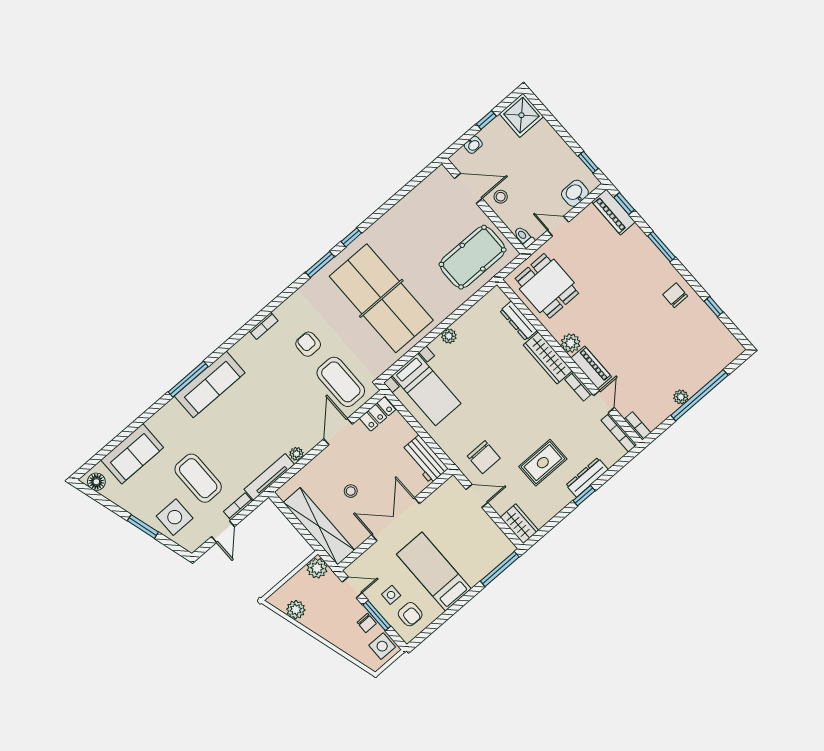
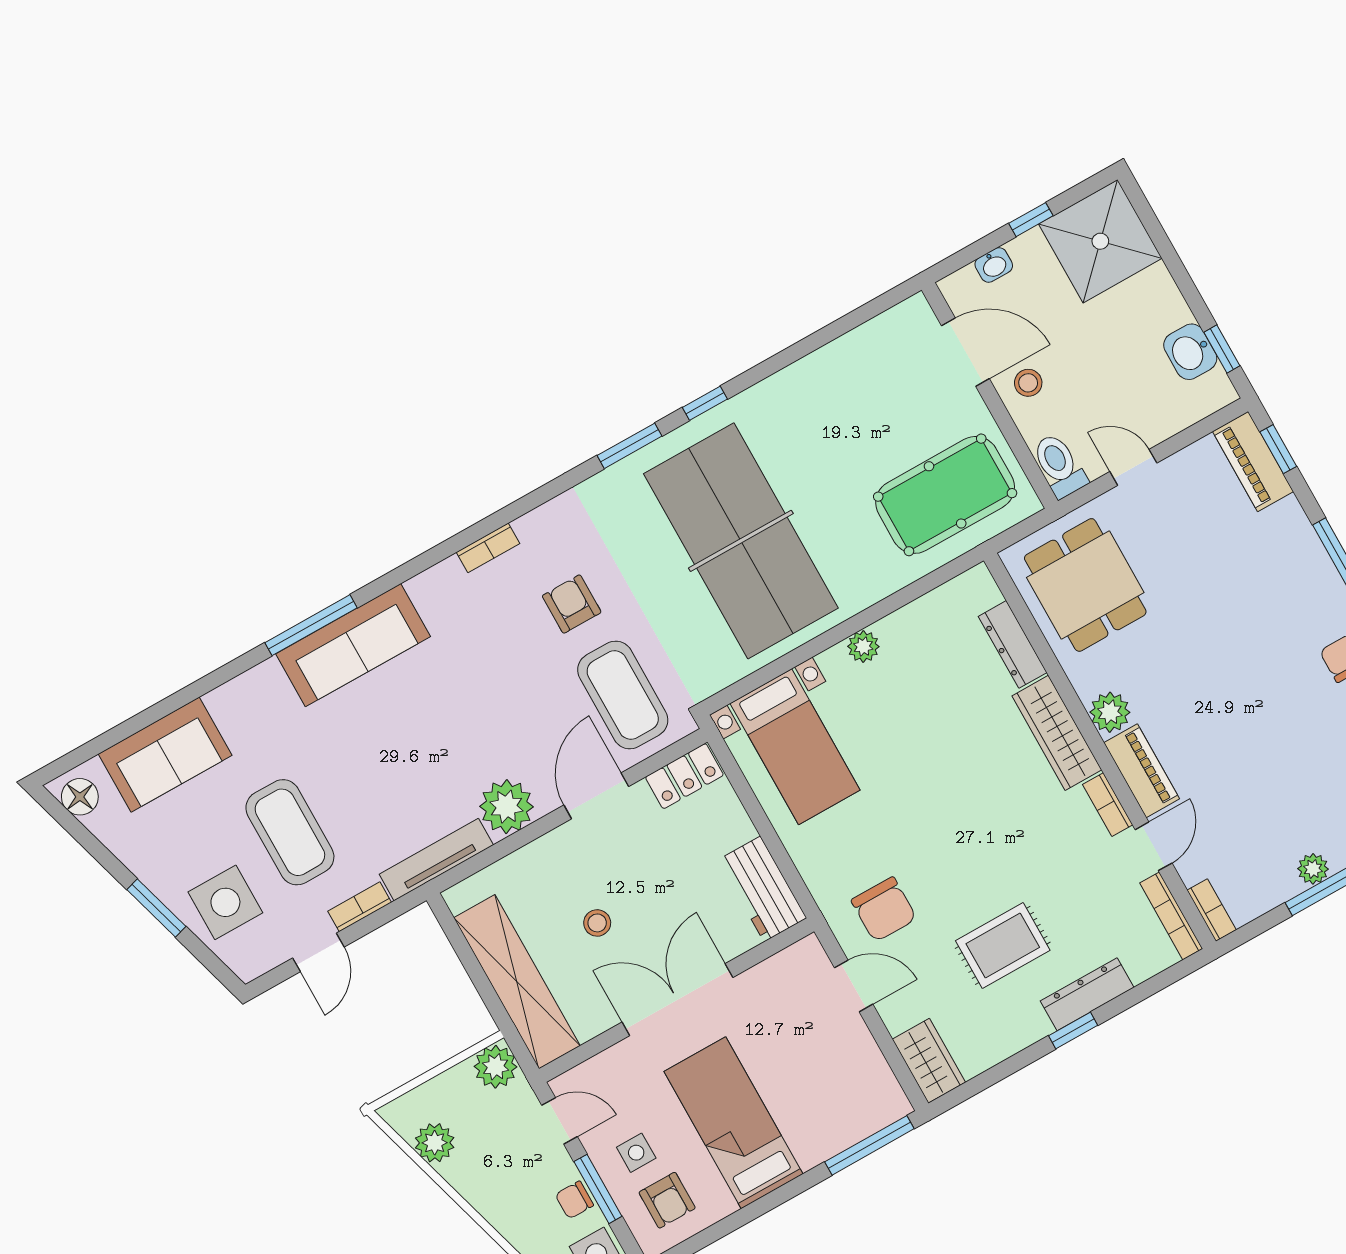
shower: (521, 115) -> (1100, 241), width x1.37, depth x1.37
washbasin: (575, 193) -> (1190, 352), moved, turned -90
toilet: (524, 237) -> (1059, 466), width x1.37, depth x1.39
plant: (297, 454) -> (507, 807), width x1.88, depth x1.88
chair: (367, 623) -> (574, 1200), turned 90

